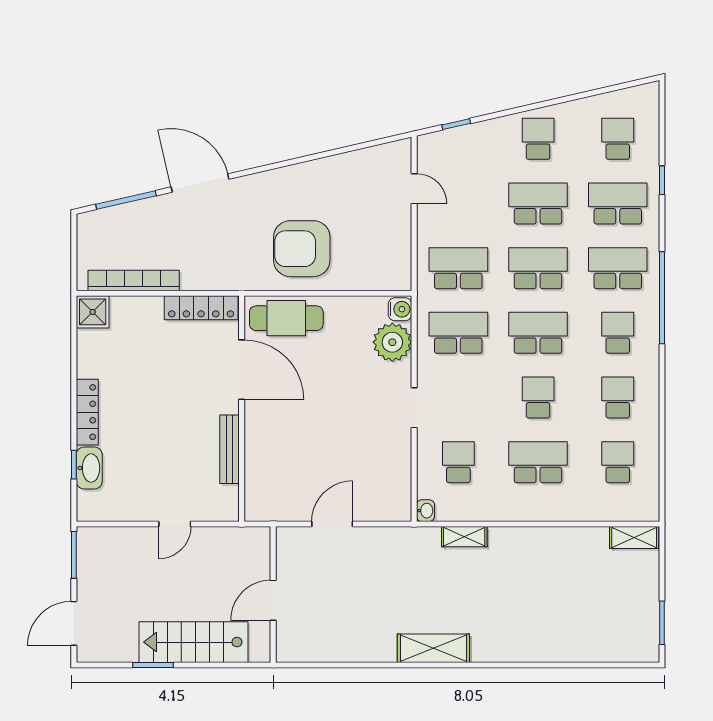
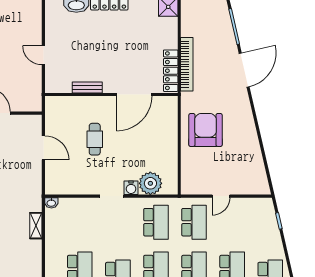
door: (414, 189) -> (221, 196), moved
bookcase: (134, 280) -> (187, 64), moved
water cooler: (400, 309) -> (131, 188), moved
cafe table: (286, 318) -> (95, 139), moved, width x0.73, depth x0.74
bench: (230, 449) -> (87, 87), width x0.73
school desk: (458, 462) -> (80, 222), removed

